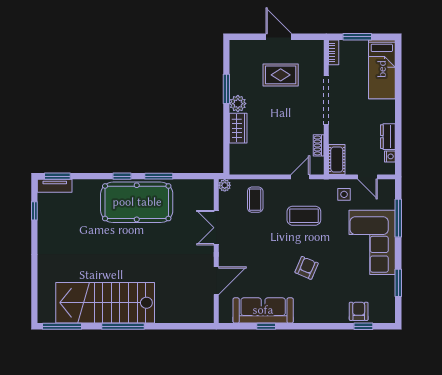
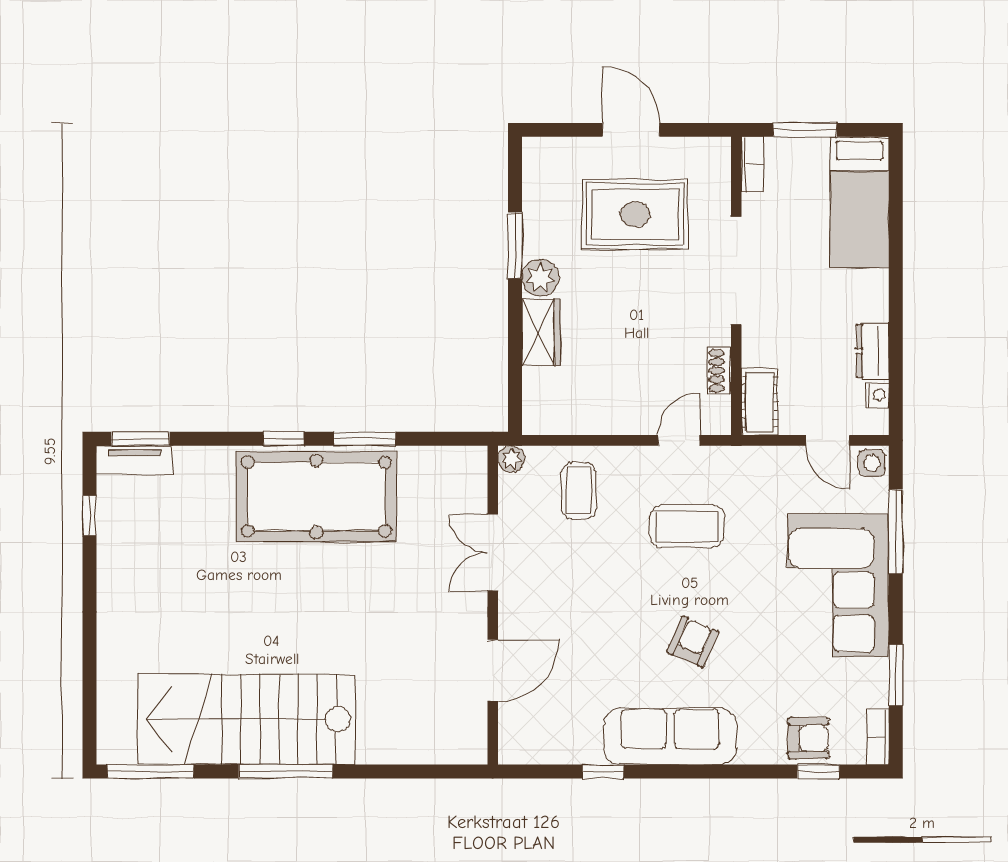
rug: (281, 75) -> (635, 214), width x1.36, depth x1.43
side table: (344, 194) -> (872, 463), moved
sofa: (263, 310) -> (670, 736), moved
armchair: (359, 311) -> (808, 738), turned 90
bookcase: (390, 311) -> (878, 737), added

